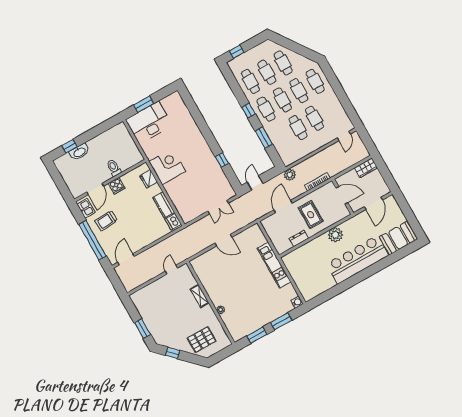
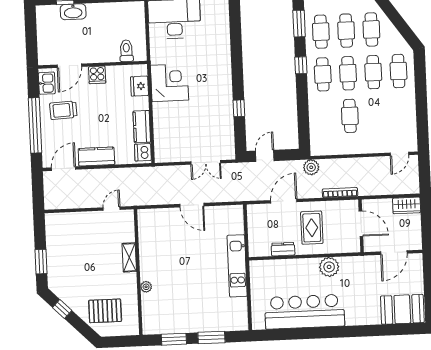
cafe table: (314, 118) -> (375, 115), removed
window: (264, 138) -> (299, 24), moved
toilet: (114, 168) -> (126, 51), moved
kitchen counter: (144, 240) -> (96, 157), added
bar counter: (357, 260) -> (305, 312), moved
water cooler: (297, 302) -> (242, 324), removed

